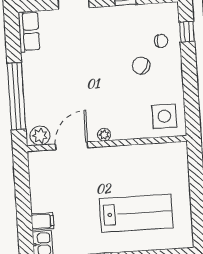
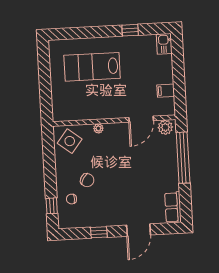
side table: (164, 116) -> (70, 141), turned 38
plant: (104, 135) -> (98, 128), moved
filing cabinet: (42, 221) -> (166, 91), moved

